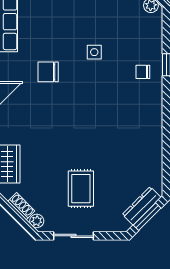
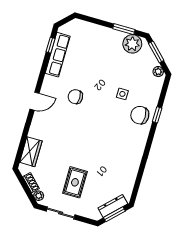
side table: (94, 52) -> (122, 94), moved
chair: (143, 72) -> (140, 115), width x1.87, depth x1.87

